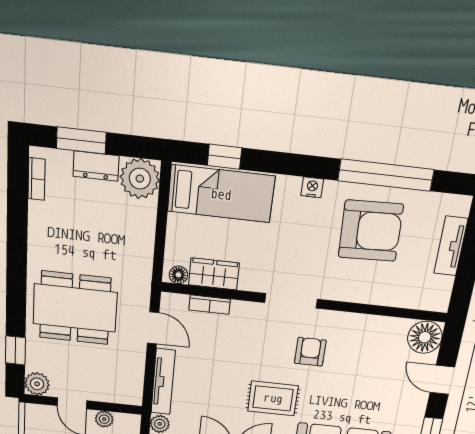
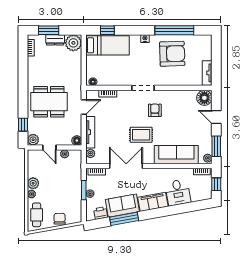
tv unit: (451, 246) -> (207, 73), moved
wardrobe: (214, 274) -> (108, 80), removed
door: (153, 328) -> (84, 107), hinge flipped
floor lamp: (132, 395) -> (77, 141), added

